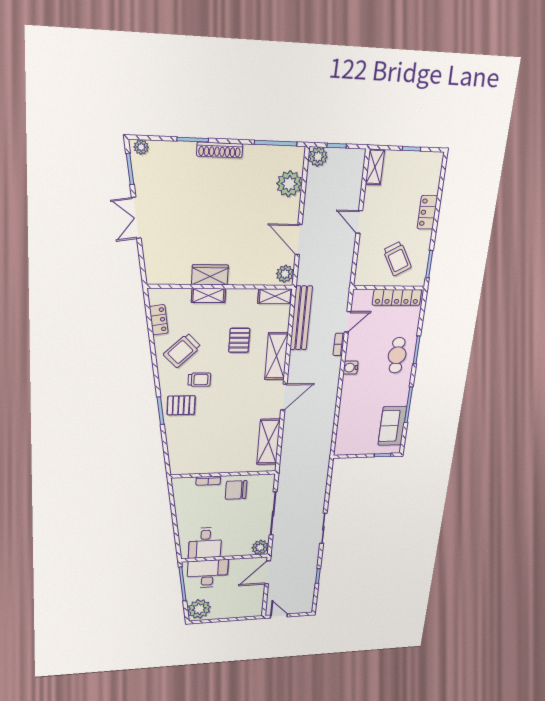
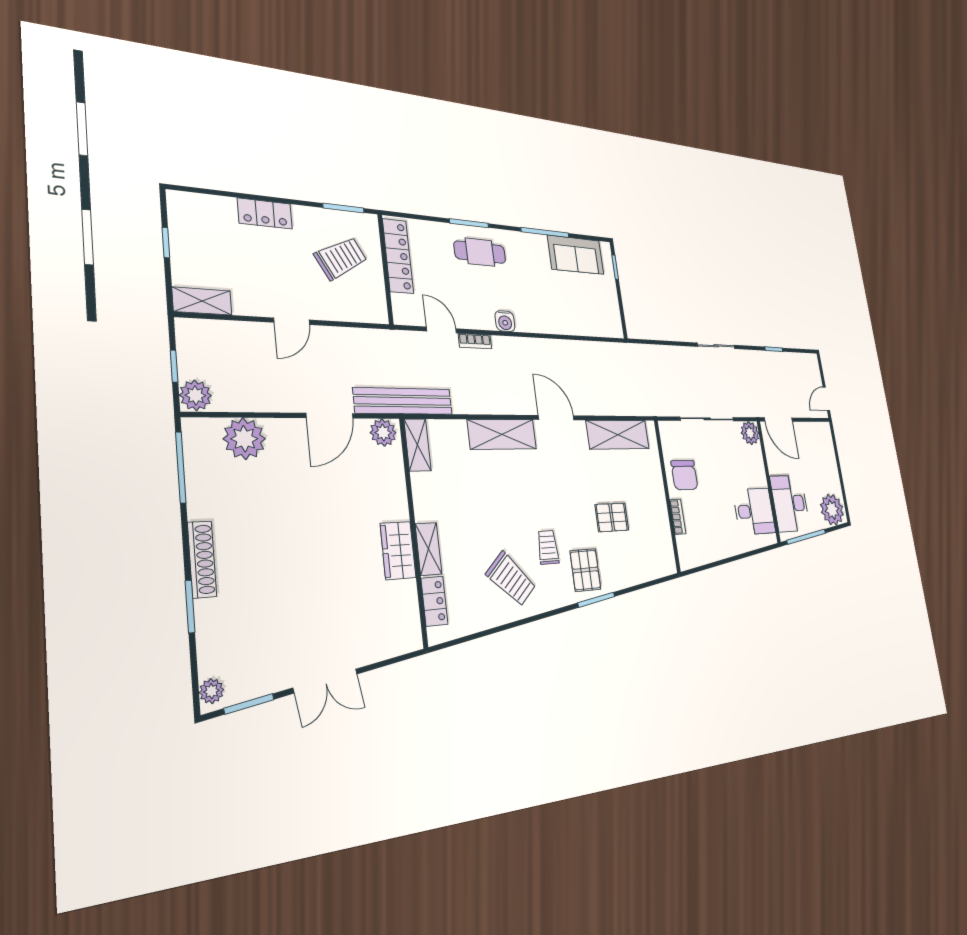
bench: (301, 318) -> (403, 401), moved
locker: (159, 320) -> (434, 601), moved, turned 99
pallet: (239, 340) -> (612, 517), moved

